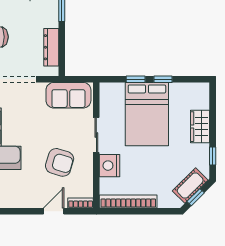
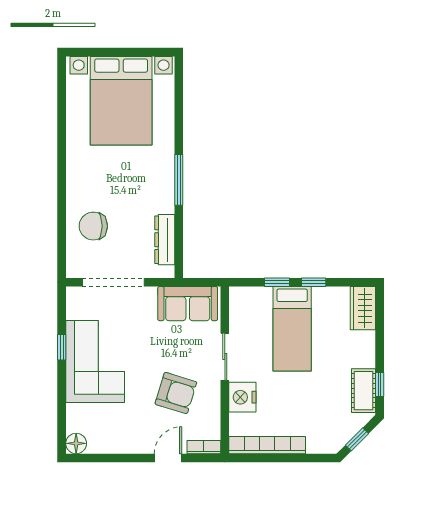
bed: (147, 114) -> (292, 329), width x0.67
wardrobe: (200, 127) -> (363, 308), moved
cot: (190, 185) -> (363, 391), moved, turned -45

